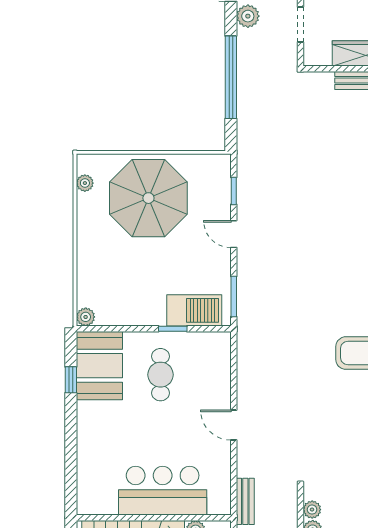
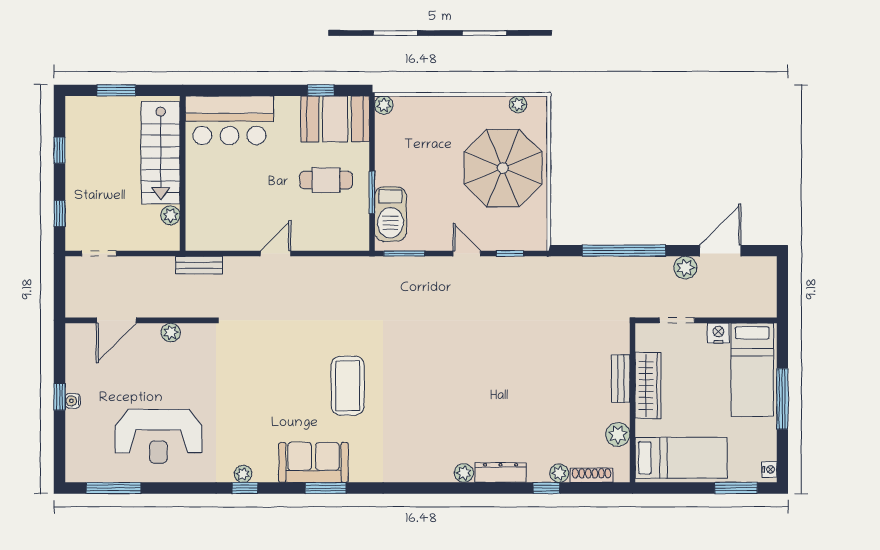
door: (234, 234) -> (467, 254), hinge flipped
window: (173, 329) -> (372, 192), width x1.50
bar counter: (163, 491) -> (229, 120), moved, turned 90
plant: (312, 510) -> (191, 332), removed

